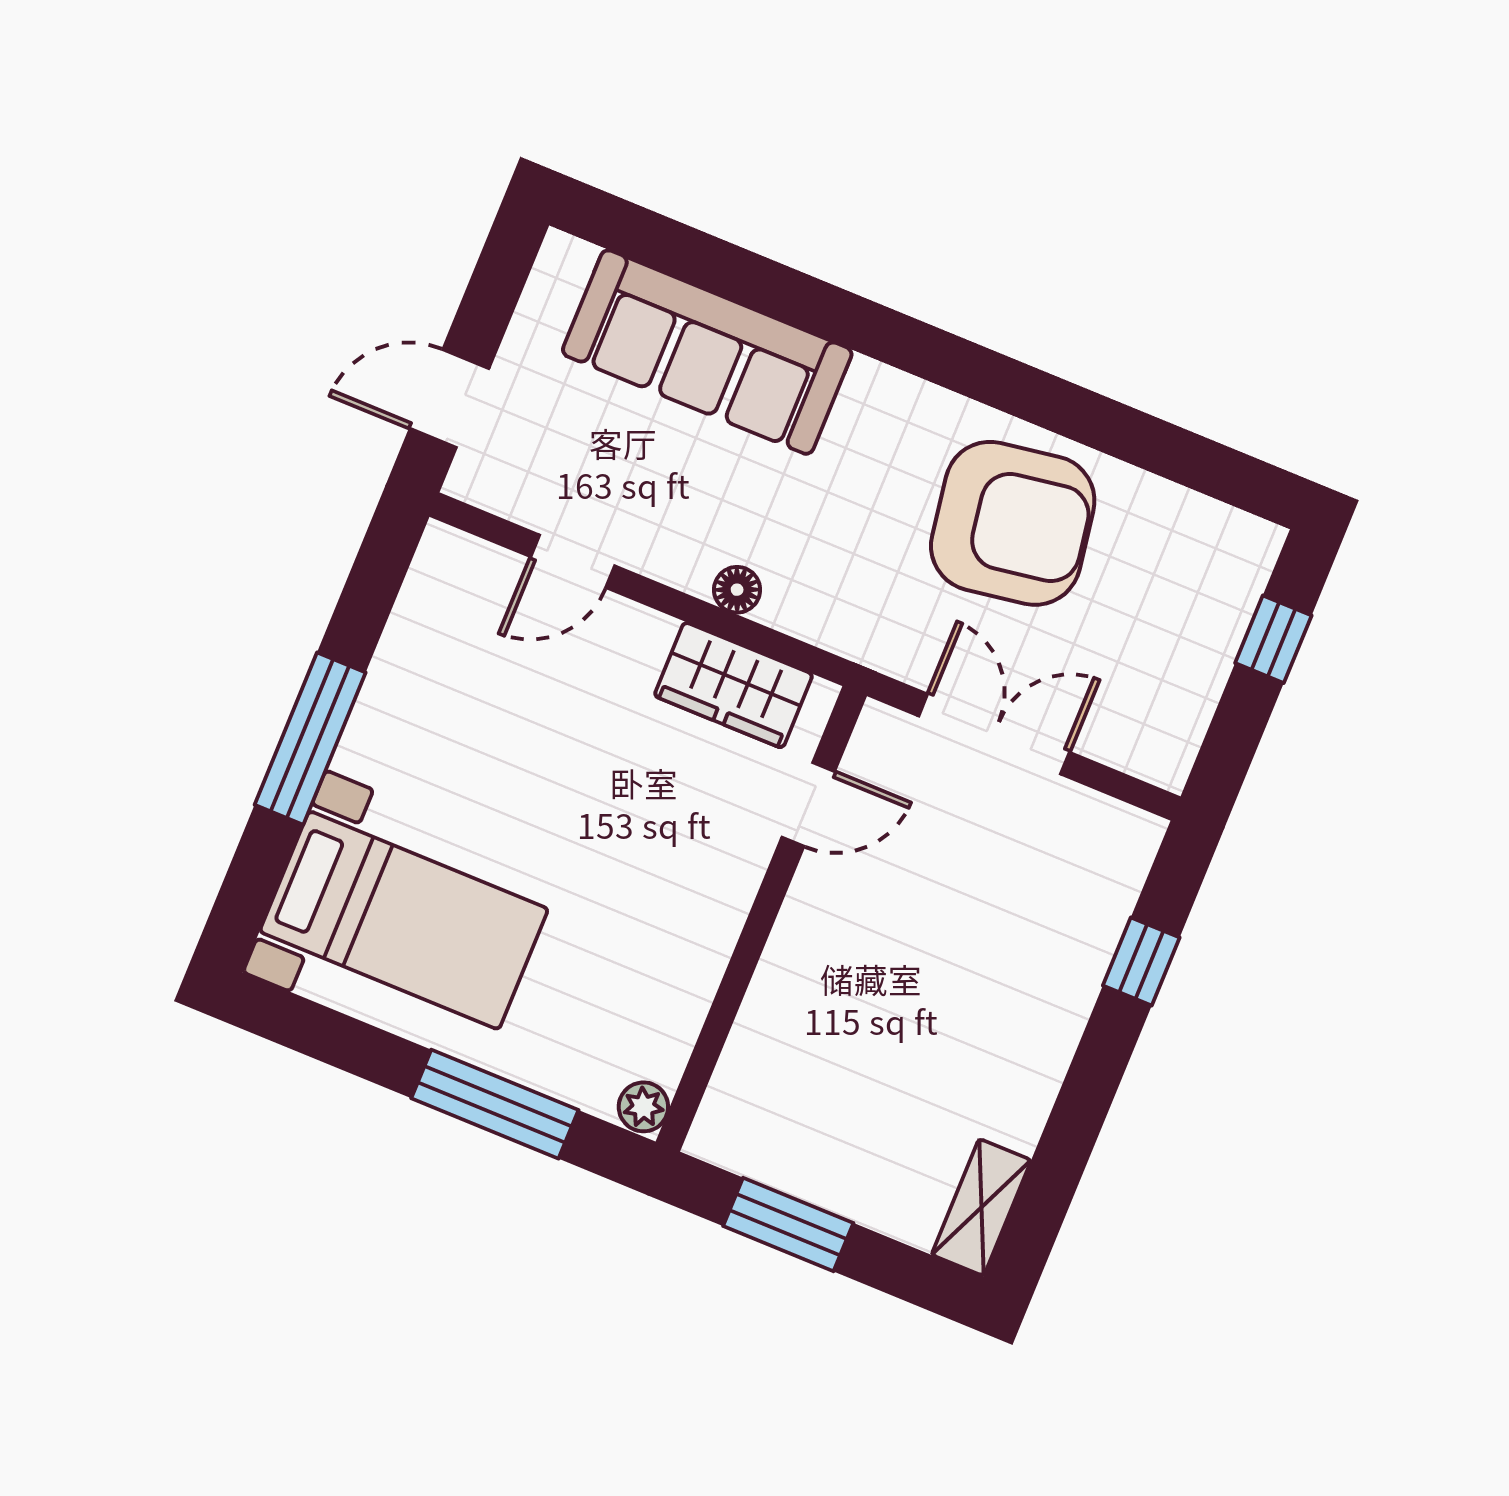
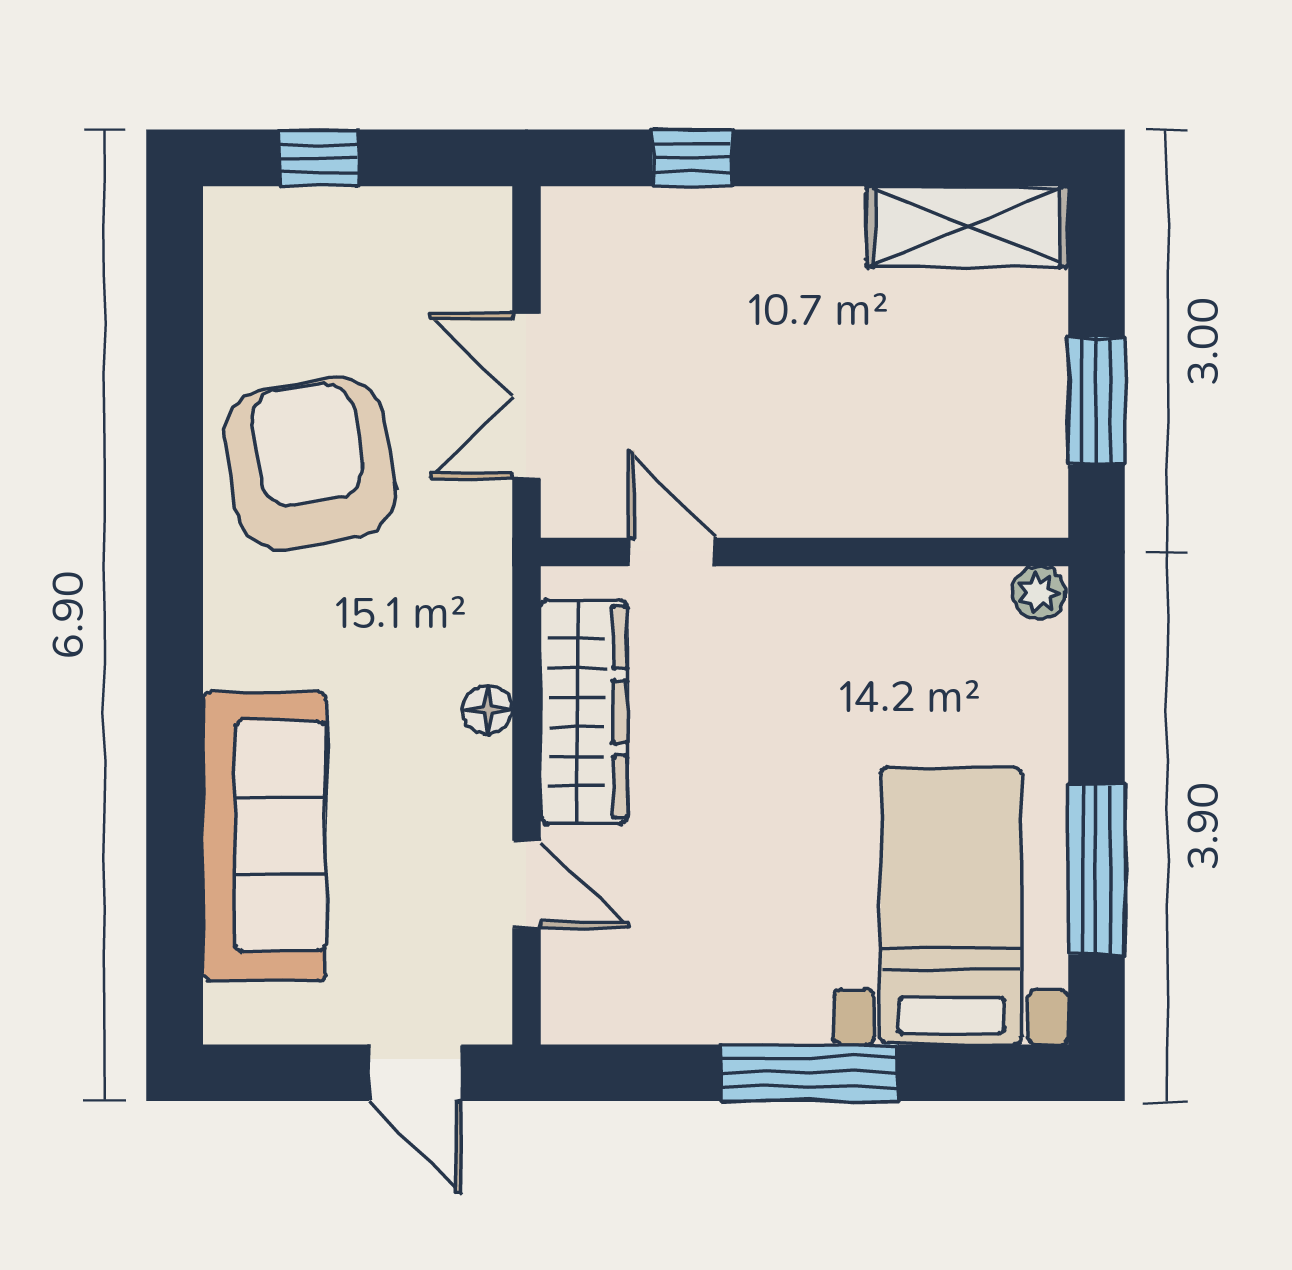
wardrobe: (733, 685) -> (584, 712), width x1.50
window: (495, 1104) -> (1097, 869), moved
shelving: (981, 1207) -> (967, 226), width x1.50, depth x1.33

